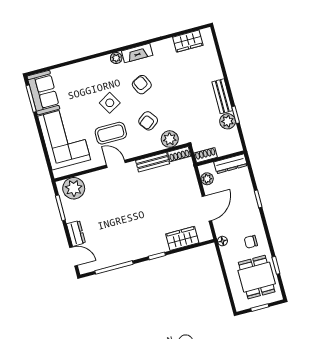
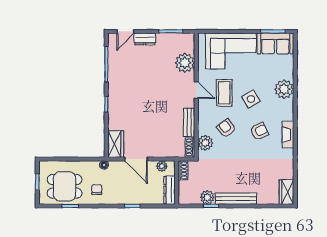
wardrobe: (188, 41) -> (286, 192), moved
plant: (116, 58) -> (284, 89), moved, width x1.88, depth x1.88
bench: (222, 96) -> (236, 199), width x1.36
door: (116, 164) -> (196, 90), hinge flipped
plant: (74, 188) -> (185, 63), moved
wardrobe: (182, 238) -> (116, 144), moved

